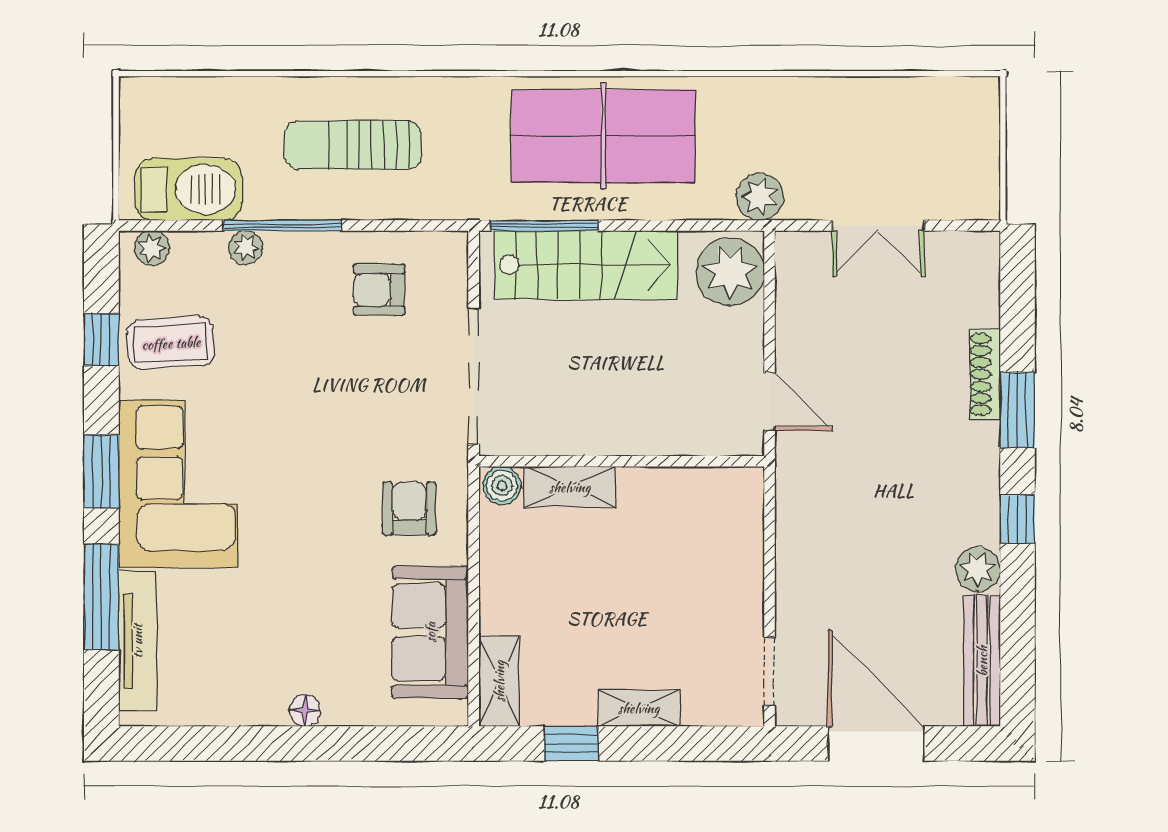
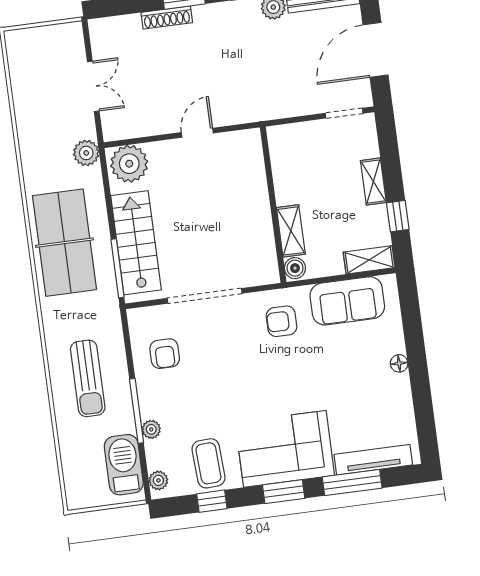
wall: (622, 461) -> (273, 205), moved
boiler: (502, 486) -> (295, 268), moved
shelving: (570, 487) -> (291, 231), moved

